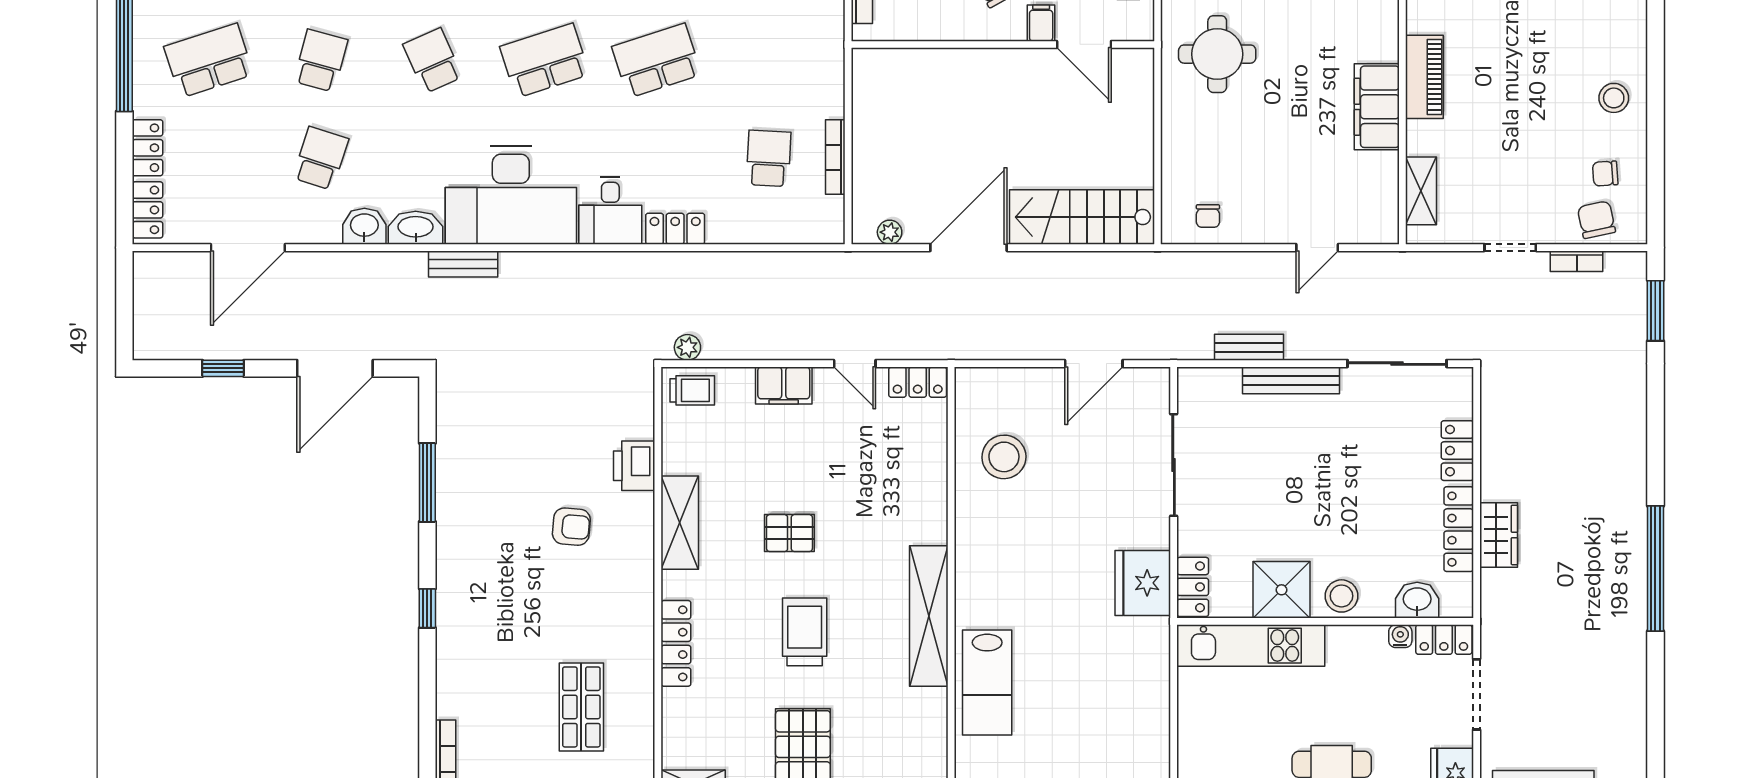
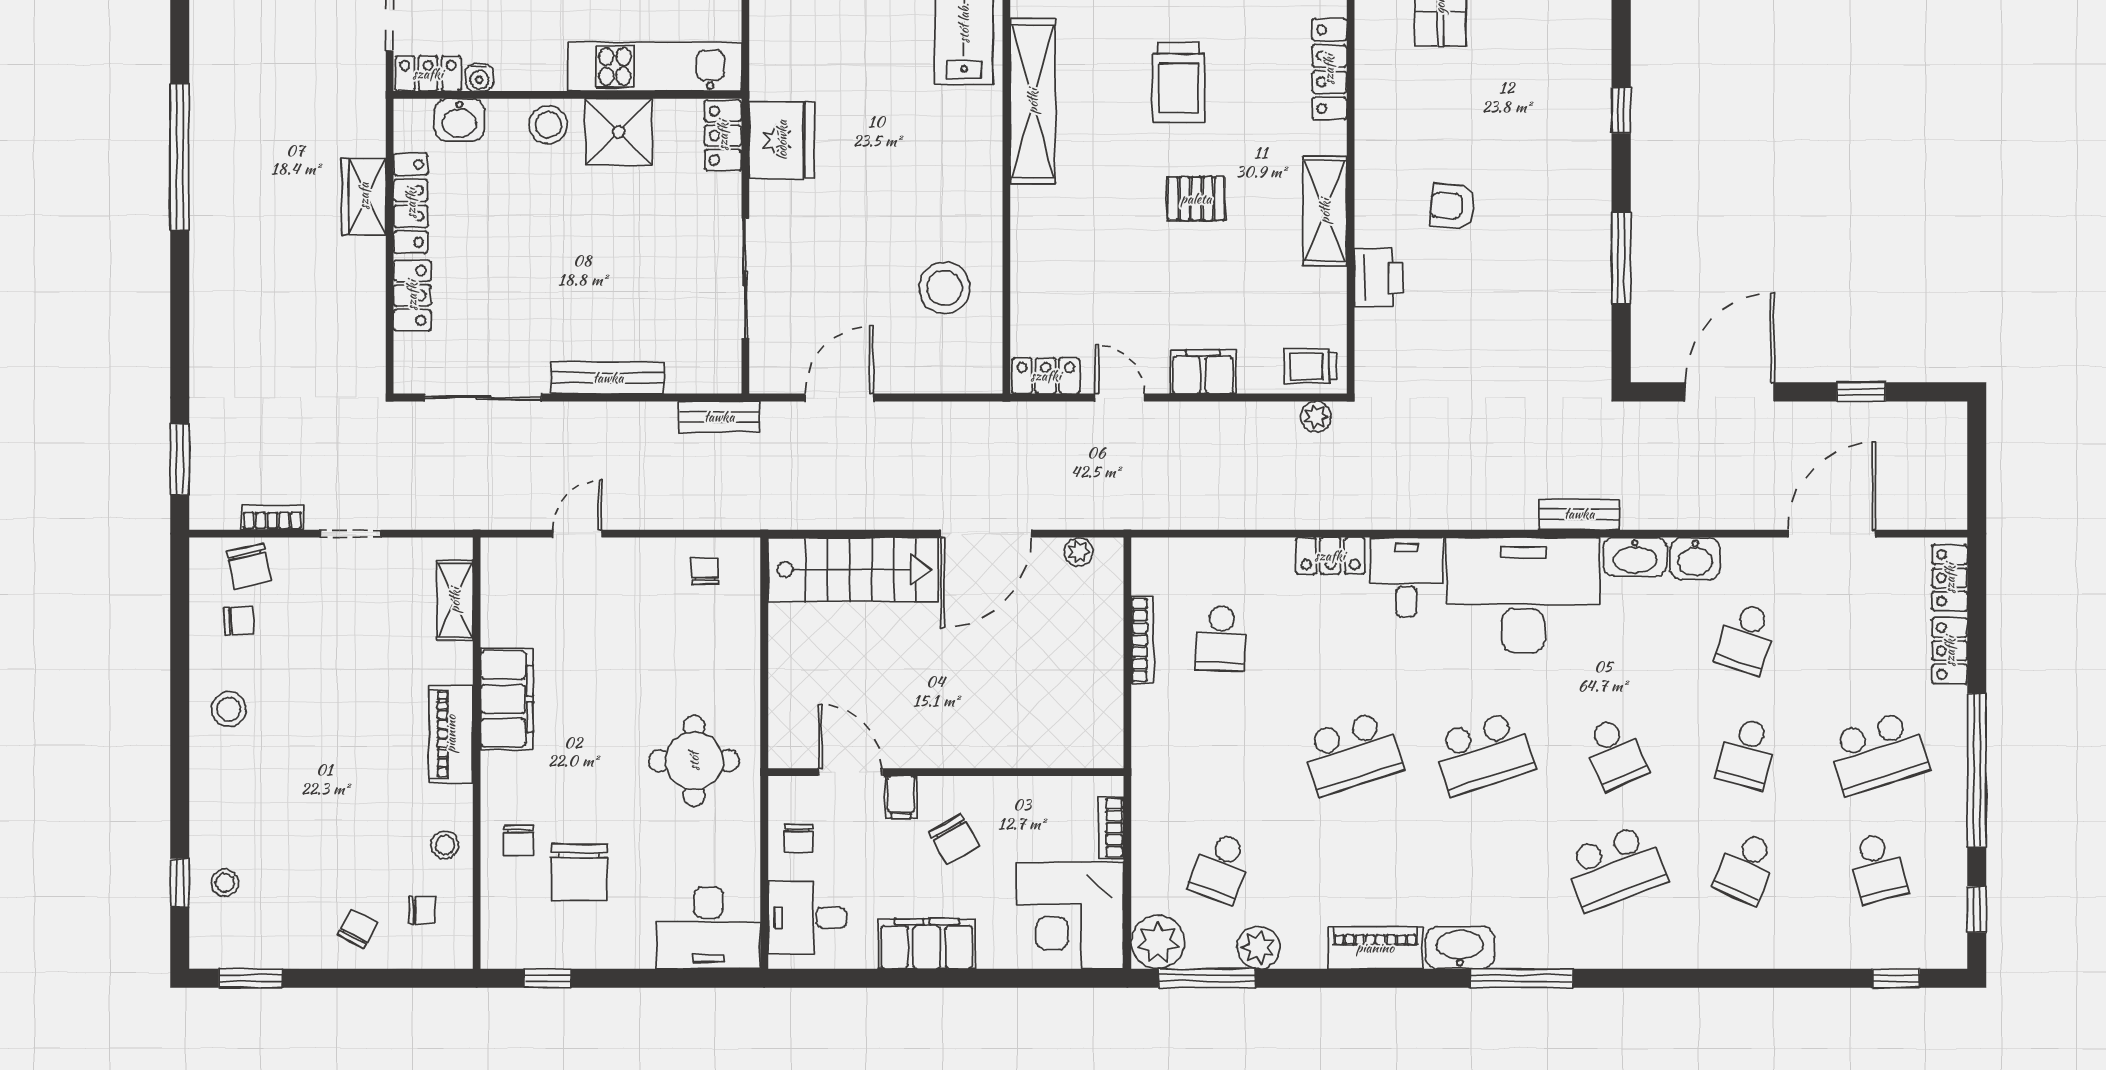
bench: (1249, 347) -> (719, 417), moved

